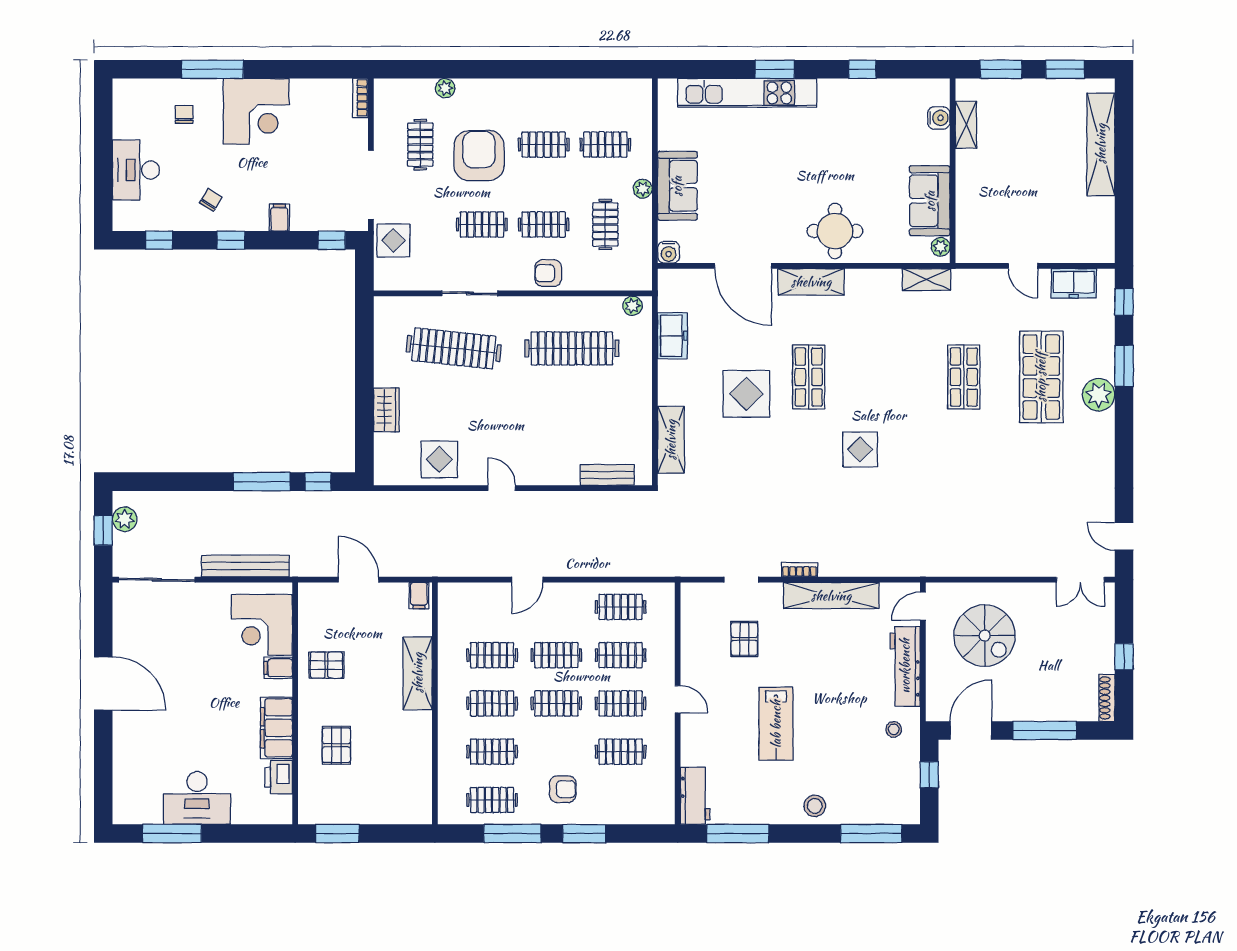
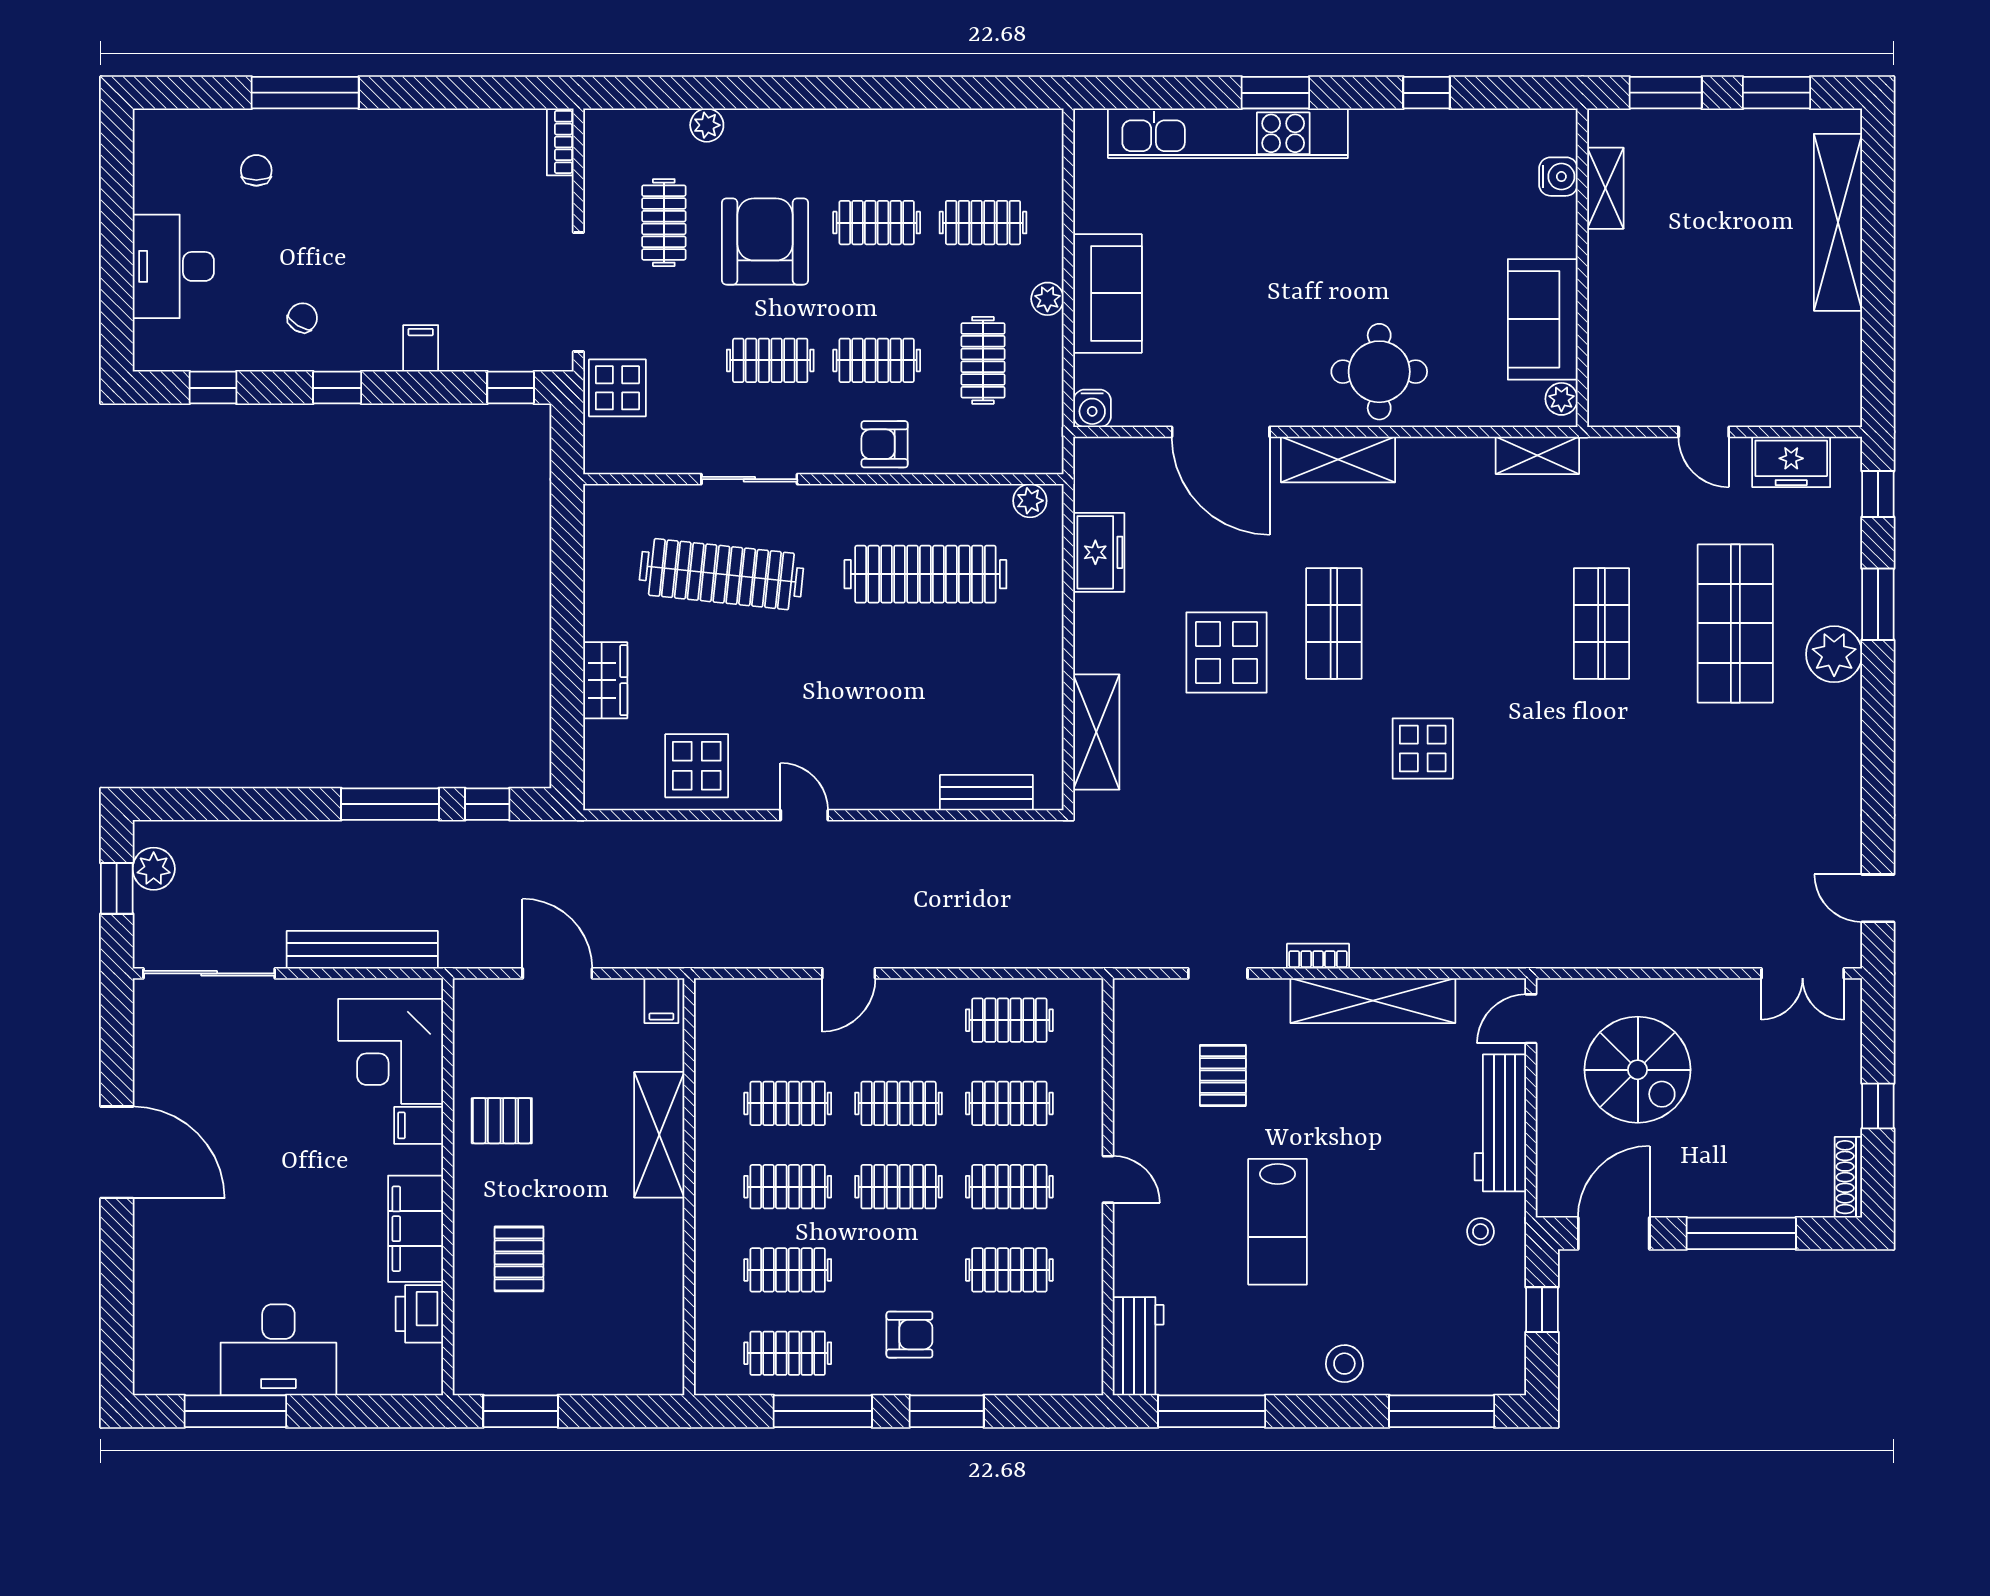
corner desk: (256, 111) -> (381, 165), removed

